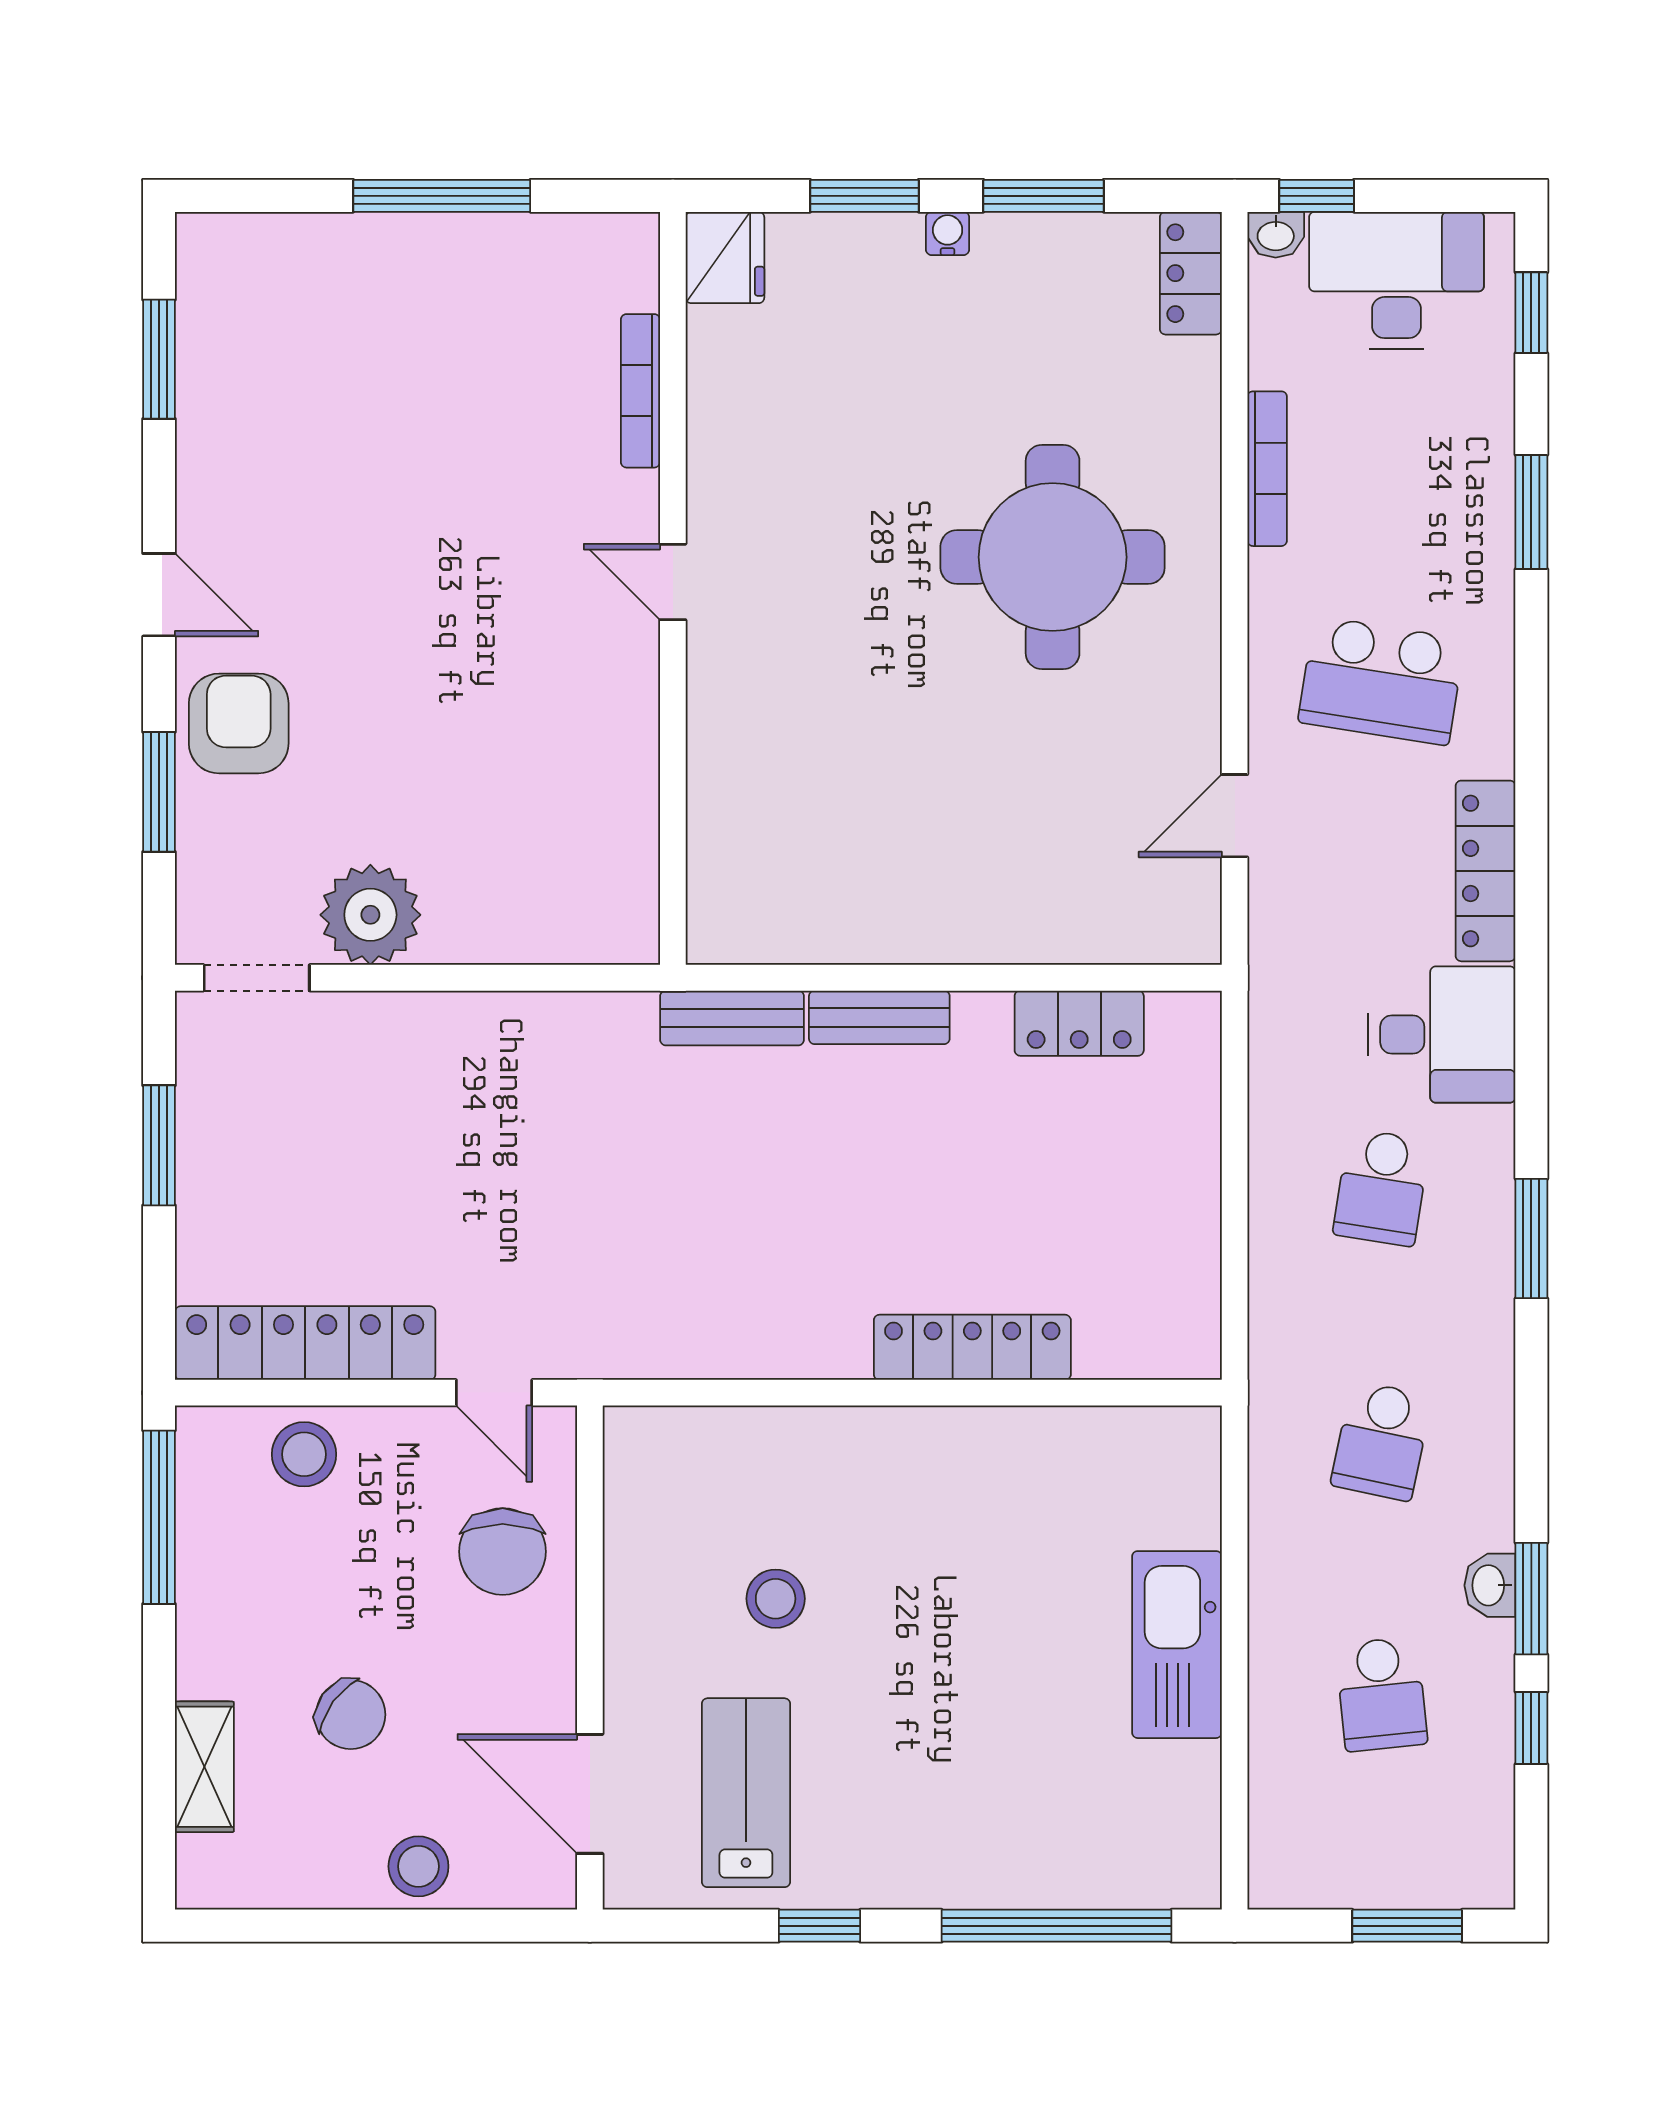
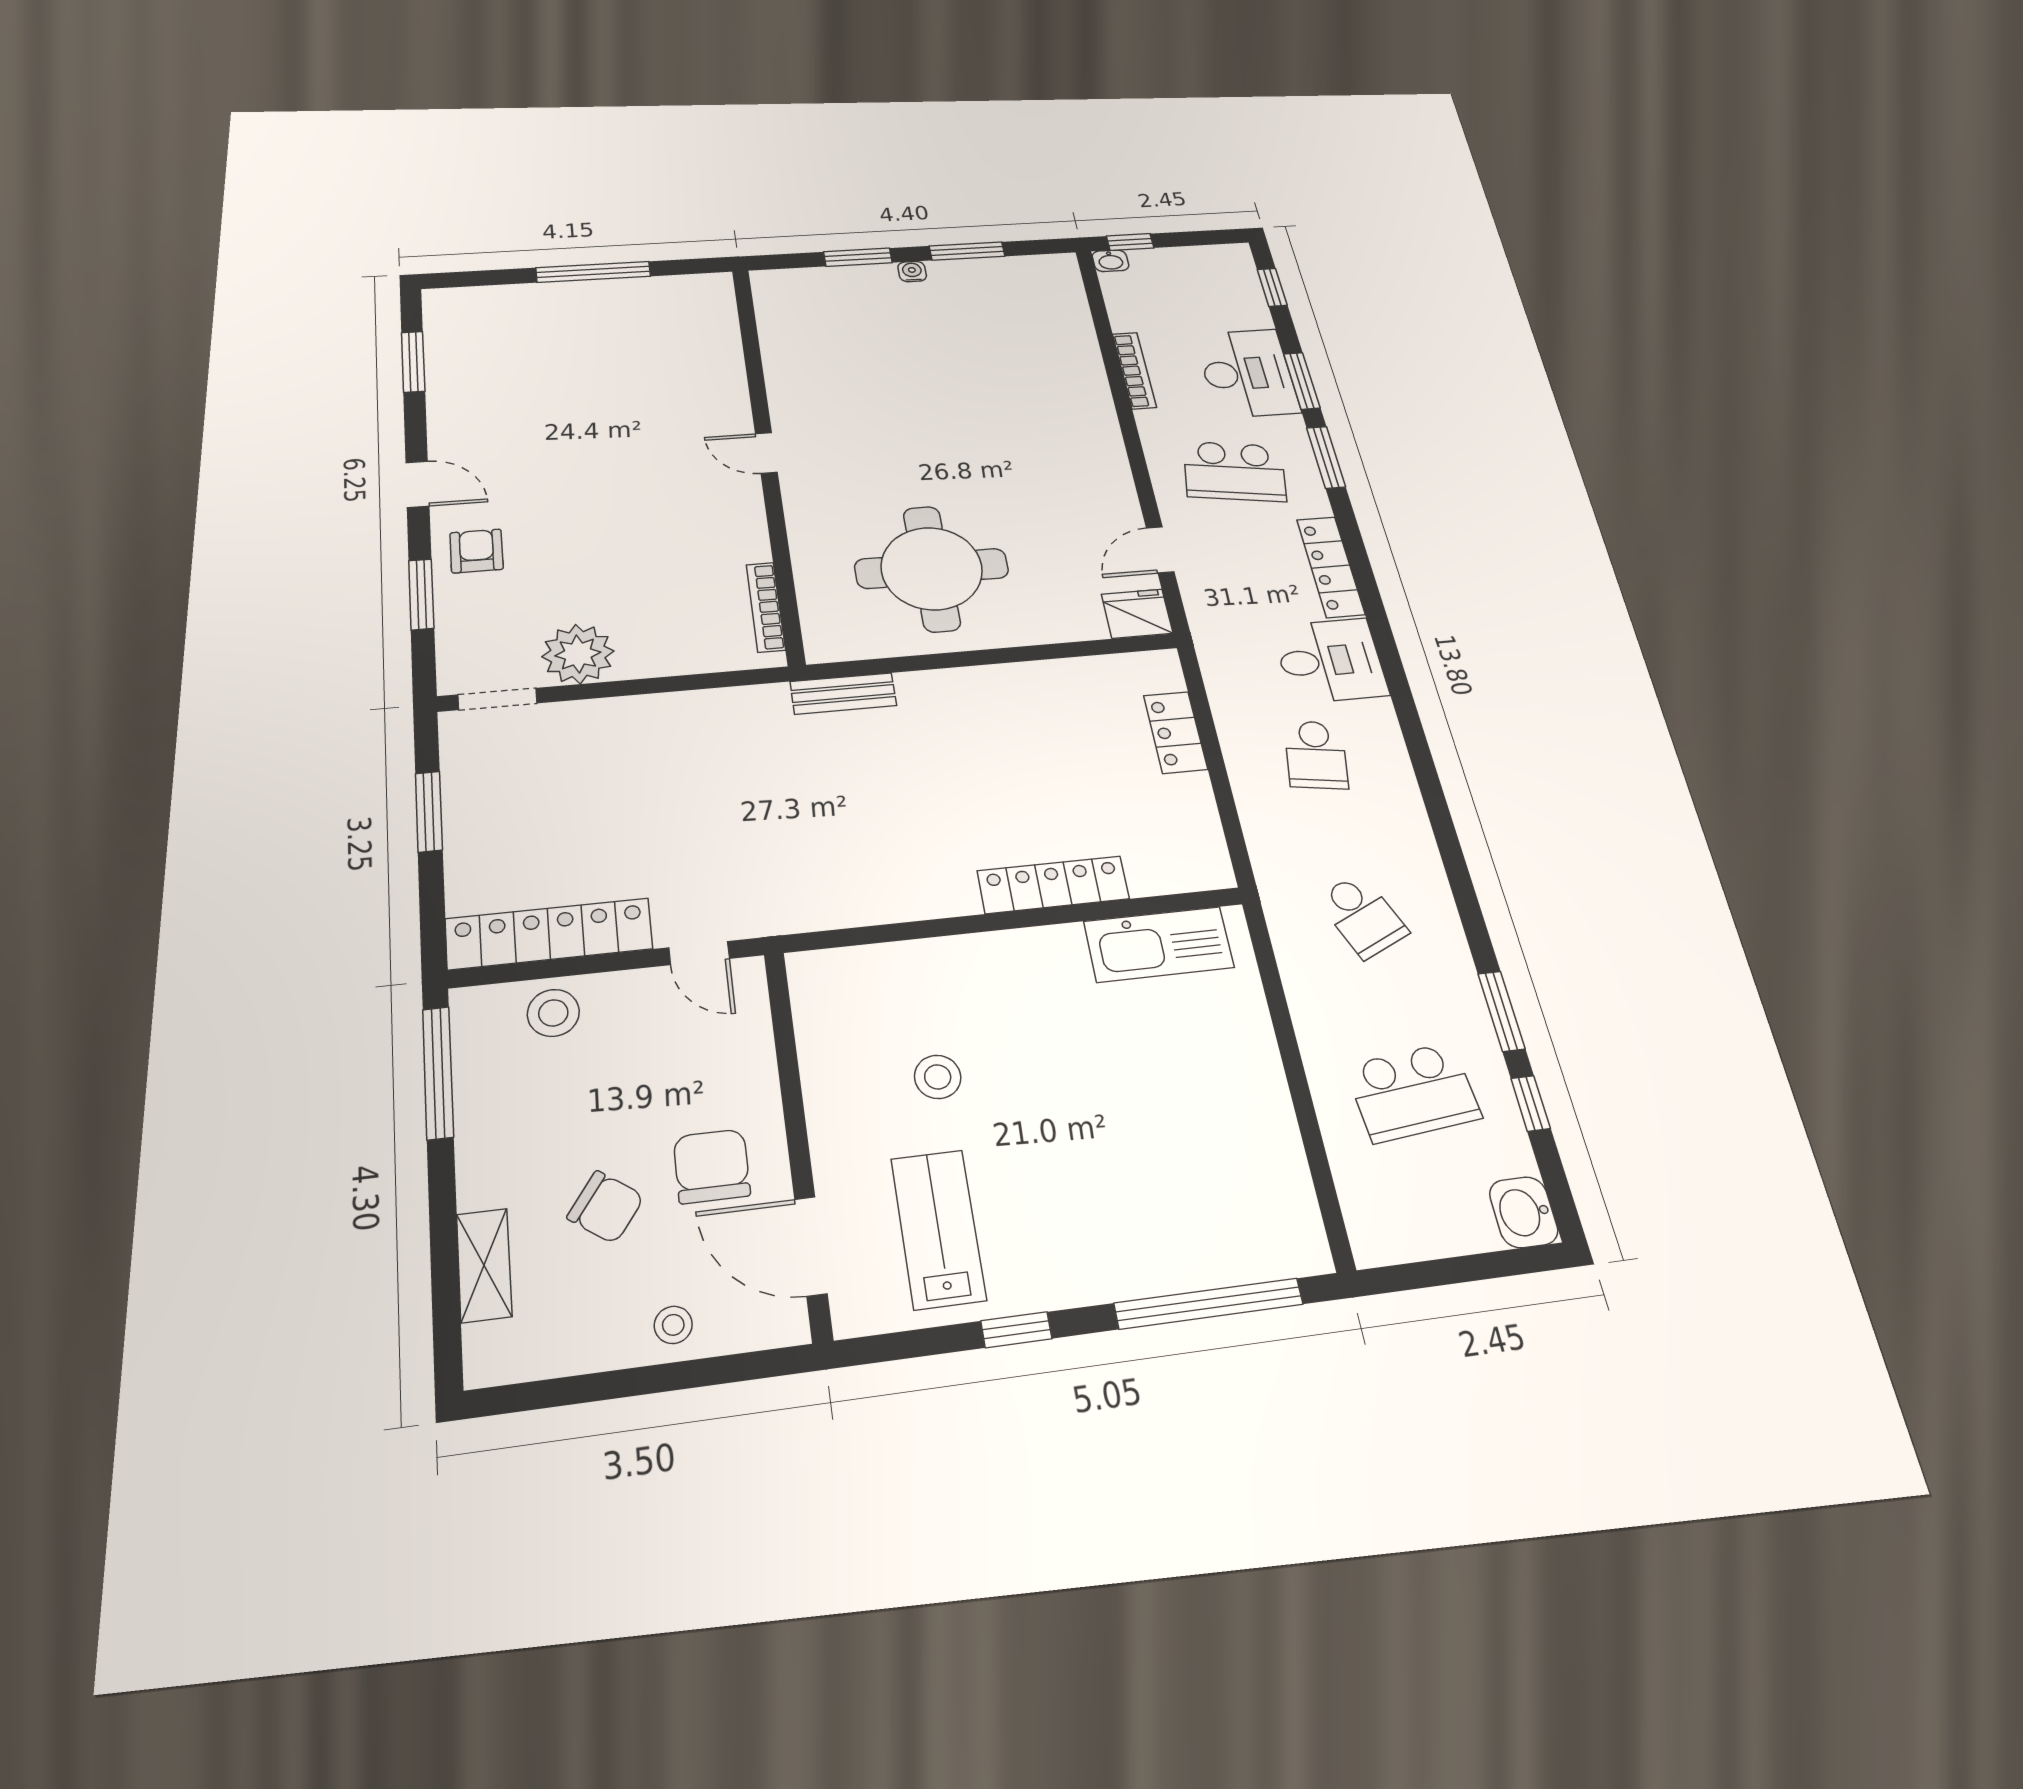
fridge: (725, 257) -> (1137, 614), moved, turned -90
locker: (1191, 273) -> (1064, 281), removed
desk: (1397, 280) -> (1247, 373), moved, turned 90
bookcase: (640, 391) -> (766, 607), moved
round table: (1053, 557) -> (932, 569), moved
armchair: (239, 723) -> (477, 551), width x0.72, depth x0.72
bench: (879, 1017) -> (947, 684), removed
locker: (1079, 1023) -> (1175, 732), moved, turned 90
window: (1531, 1239) -> (1326, 457), moved
school desk: (1381, 1441) -> (1362, 916), turned -36
chair: (503, 1552) -> (712, 1166), moved, turned 180
washbasin: (1490, 1585) -> (1524, 1212), moved, width x1.38, depth x1.45
kitchen sink: (1177, 1645) -> (1159, 944), moved, turned -90
school desk: (1381, 1694) -> (1413, 1092), width x1.85
stool: (418, 1866) -> (673, 1325), width x0.73, depth x0.73
window: (1407, 1926) -> (1483, 1266), removed

